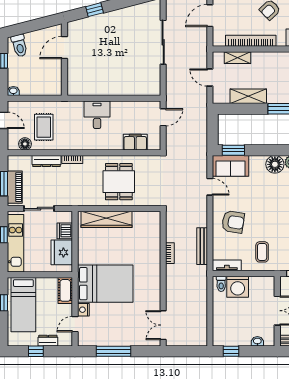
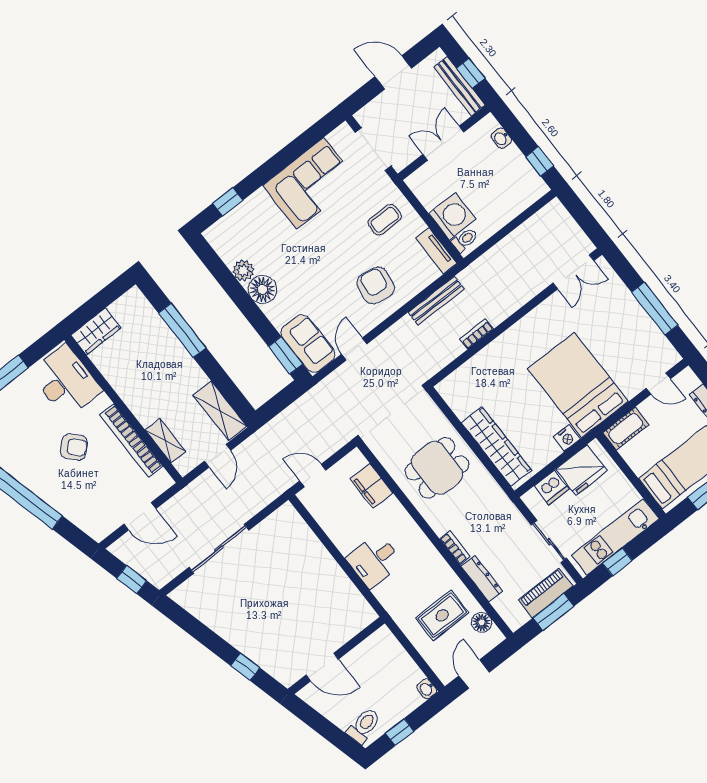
shelving: (248, 96) -> (220, 411), moved
nightstand: (83, 310) -> (567, 438), moved

